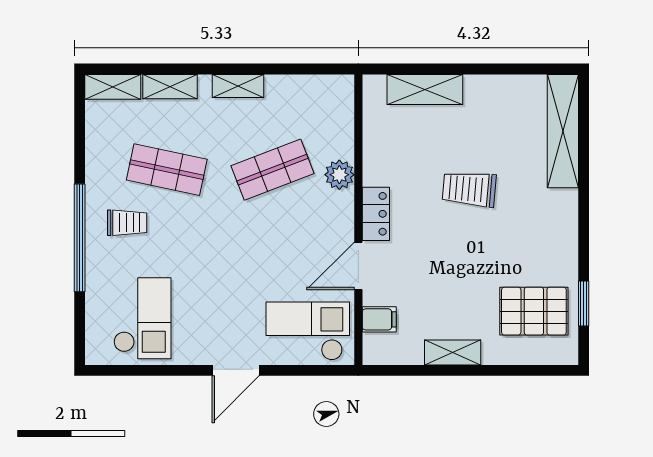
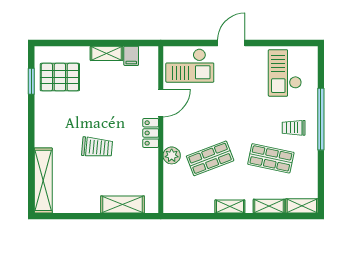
filing cabinet: (379, 319) -> (131, 56), moved, turned -90

